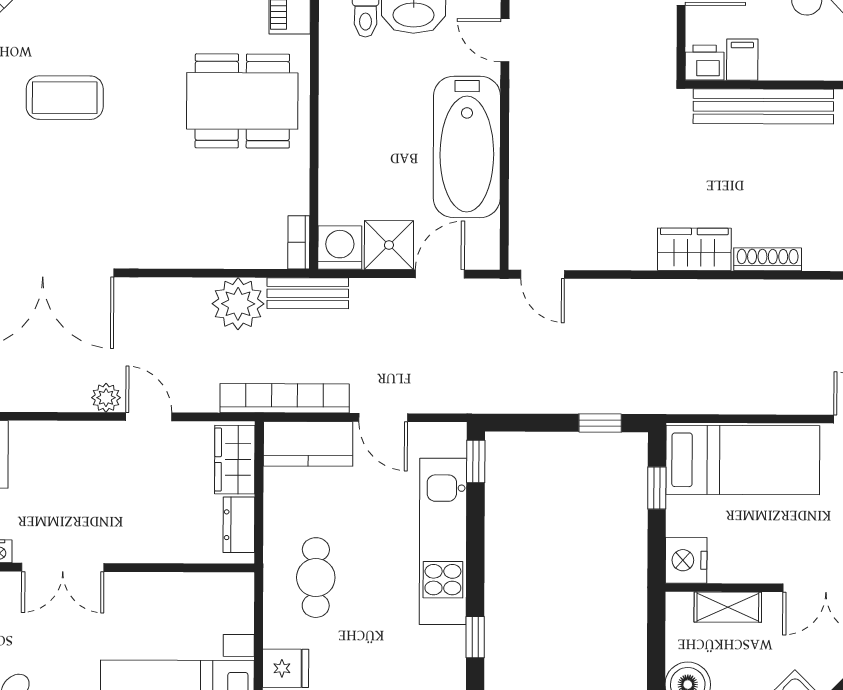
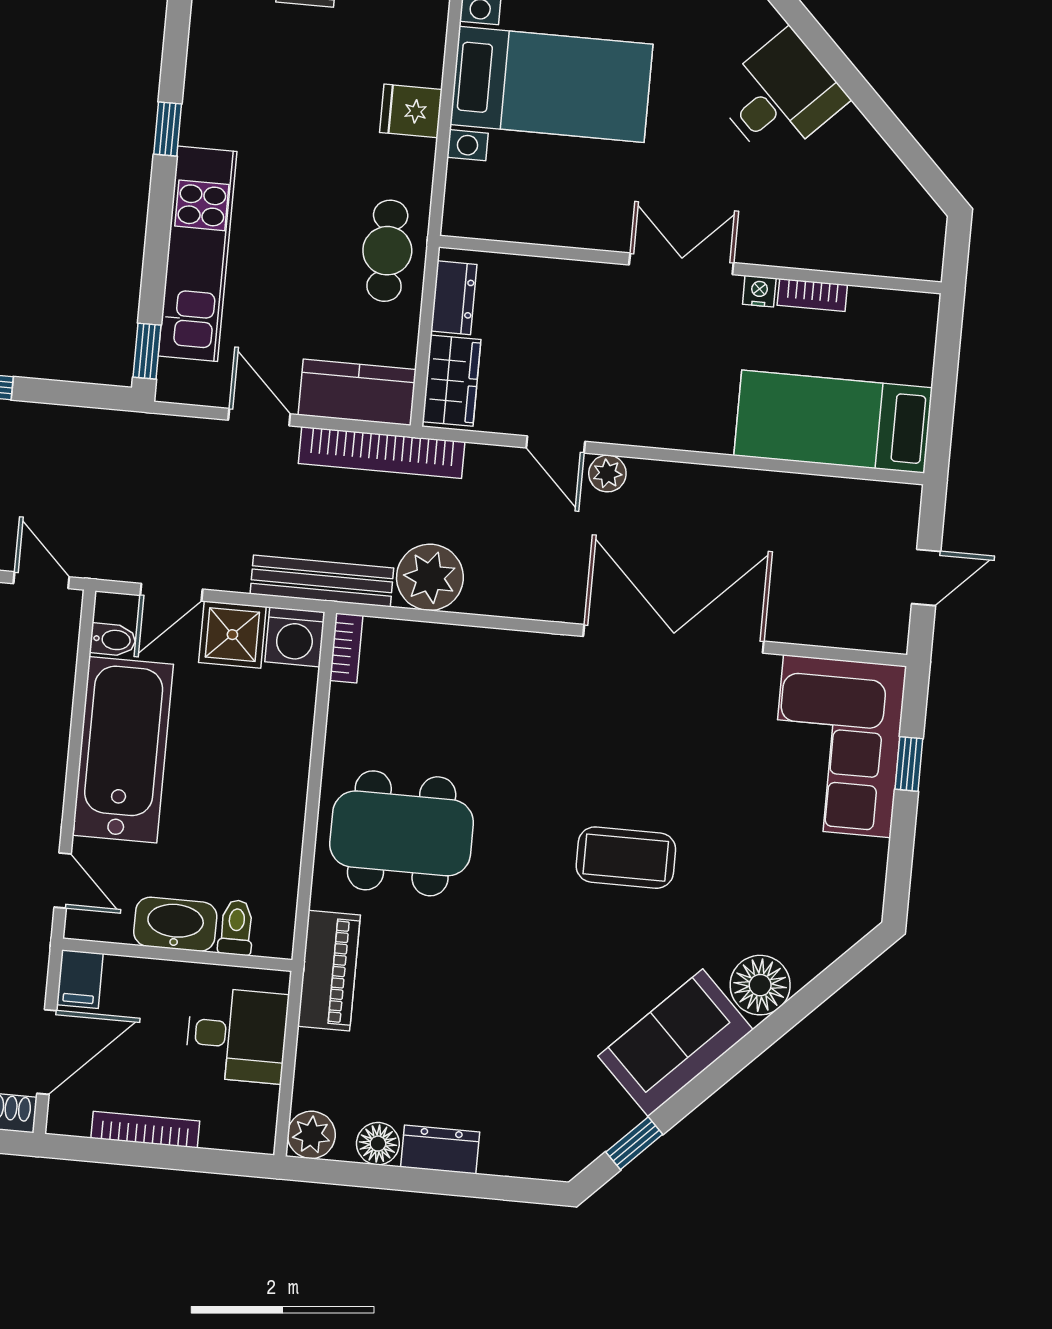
bidet: (482, 233) -> (113, 640), added
bench: (308, 293) -> (322, 581), width x1.36
cafe table: (316, 578) -> (387, 251), moved

